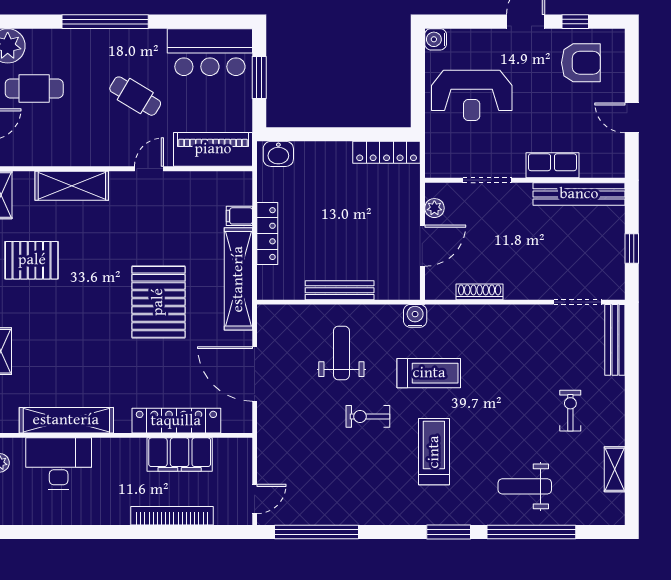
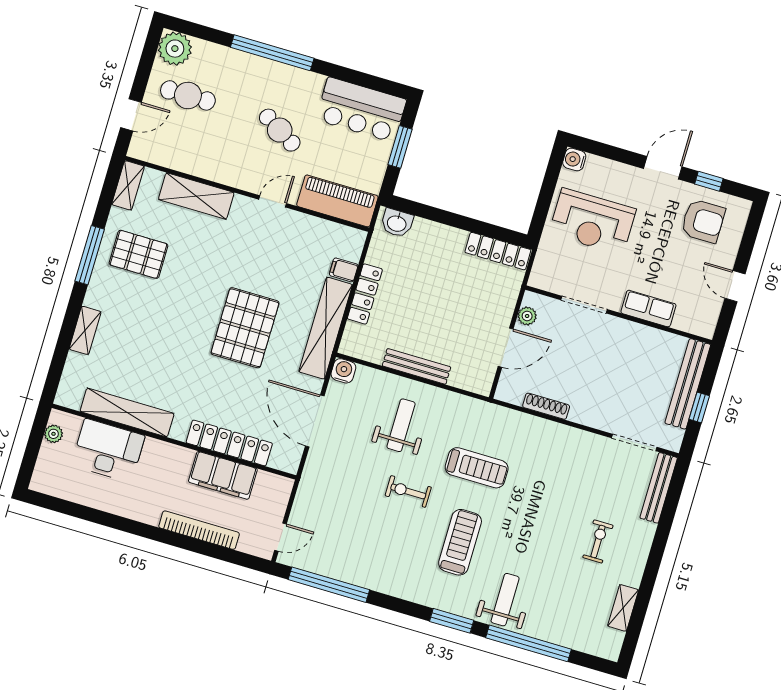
bench: (579, 194) -> (688, 384), moved, turned 90
water cooler: (415, 316) -> (343, 371), moved
weight bench: (525, 486) -> (505, 600), moved, turned 90

